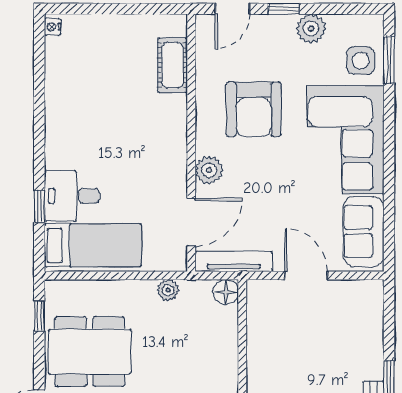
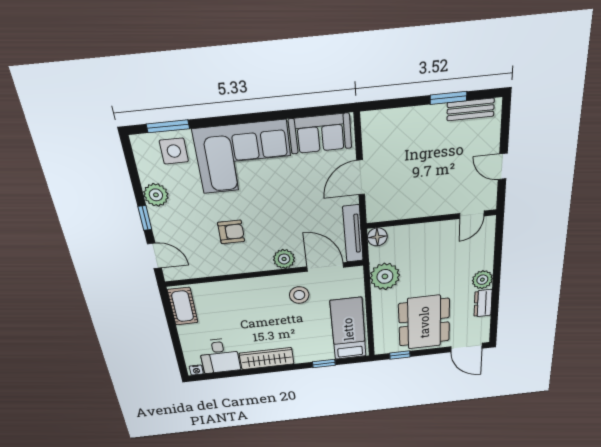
cot: (173, 65) -> (183, 306), moved, turned 90
armchair: (254, 109) -> (231, 232), width x0.53, depth x0.53
wardrobe: (59, 127) -> (267, 359), added
stool: (154, 184) -> (299, 295), added
desk: (72, 196) -> (219, 356), moved
plant: (168, 290) -> (385, 276), width x1.87, depth x1.87

